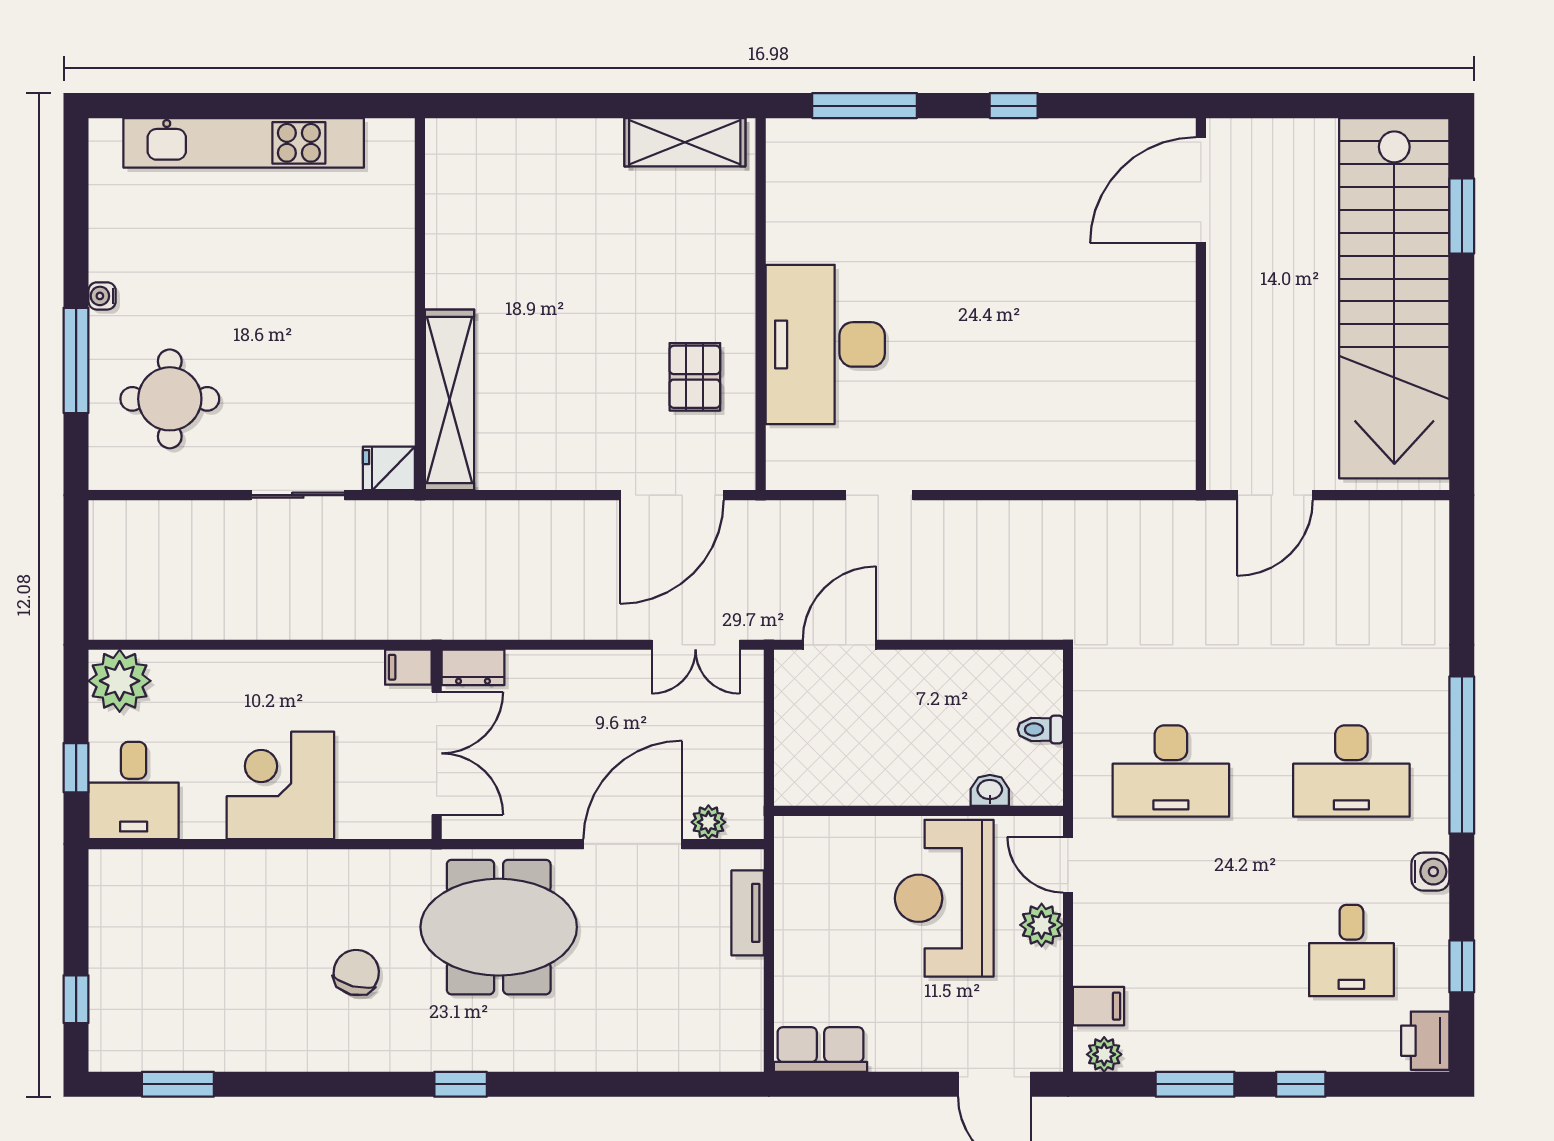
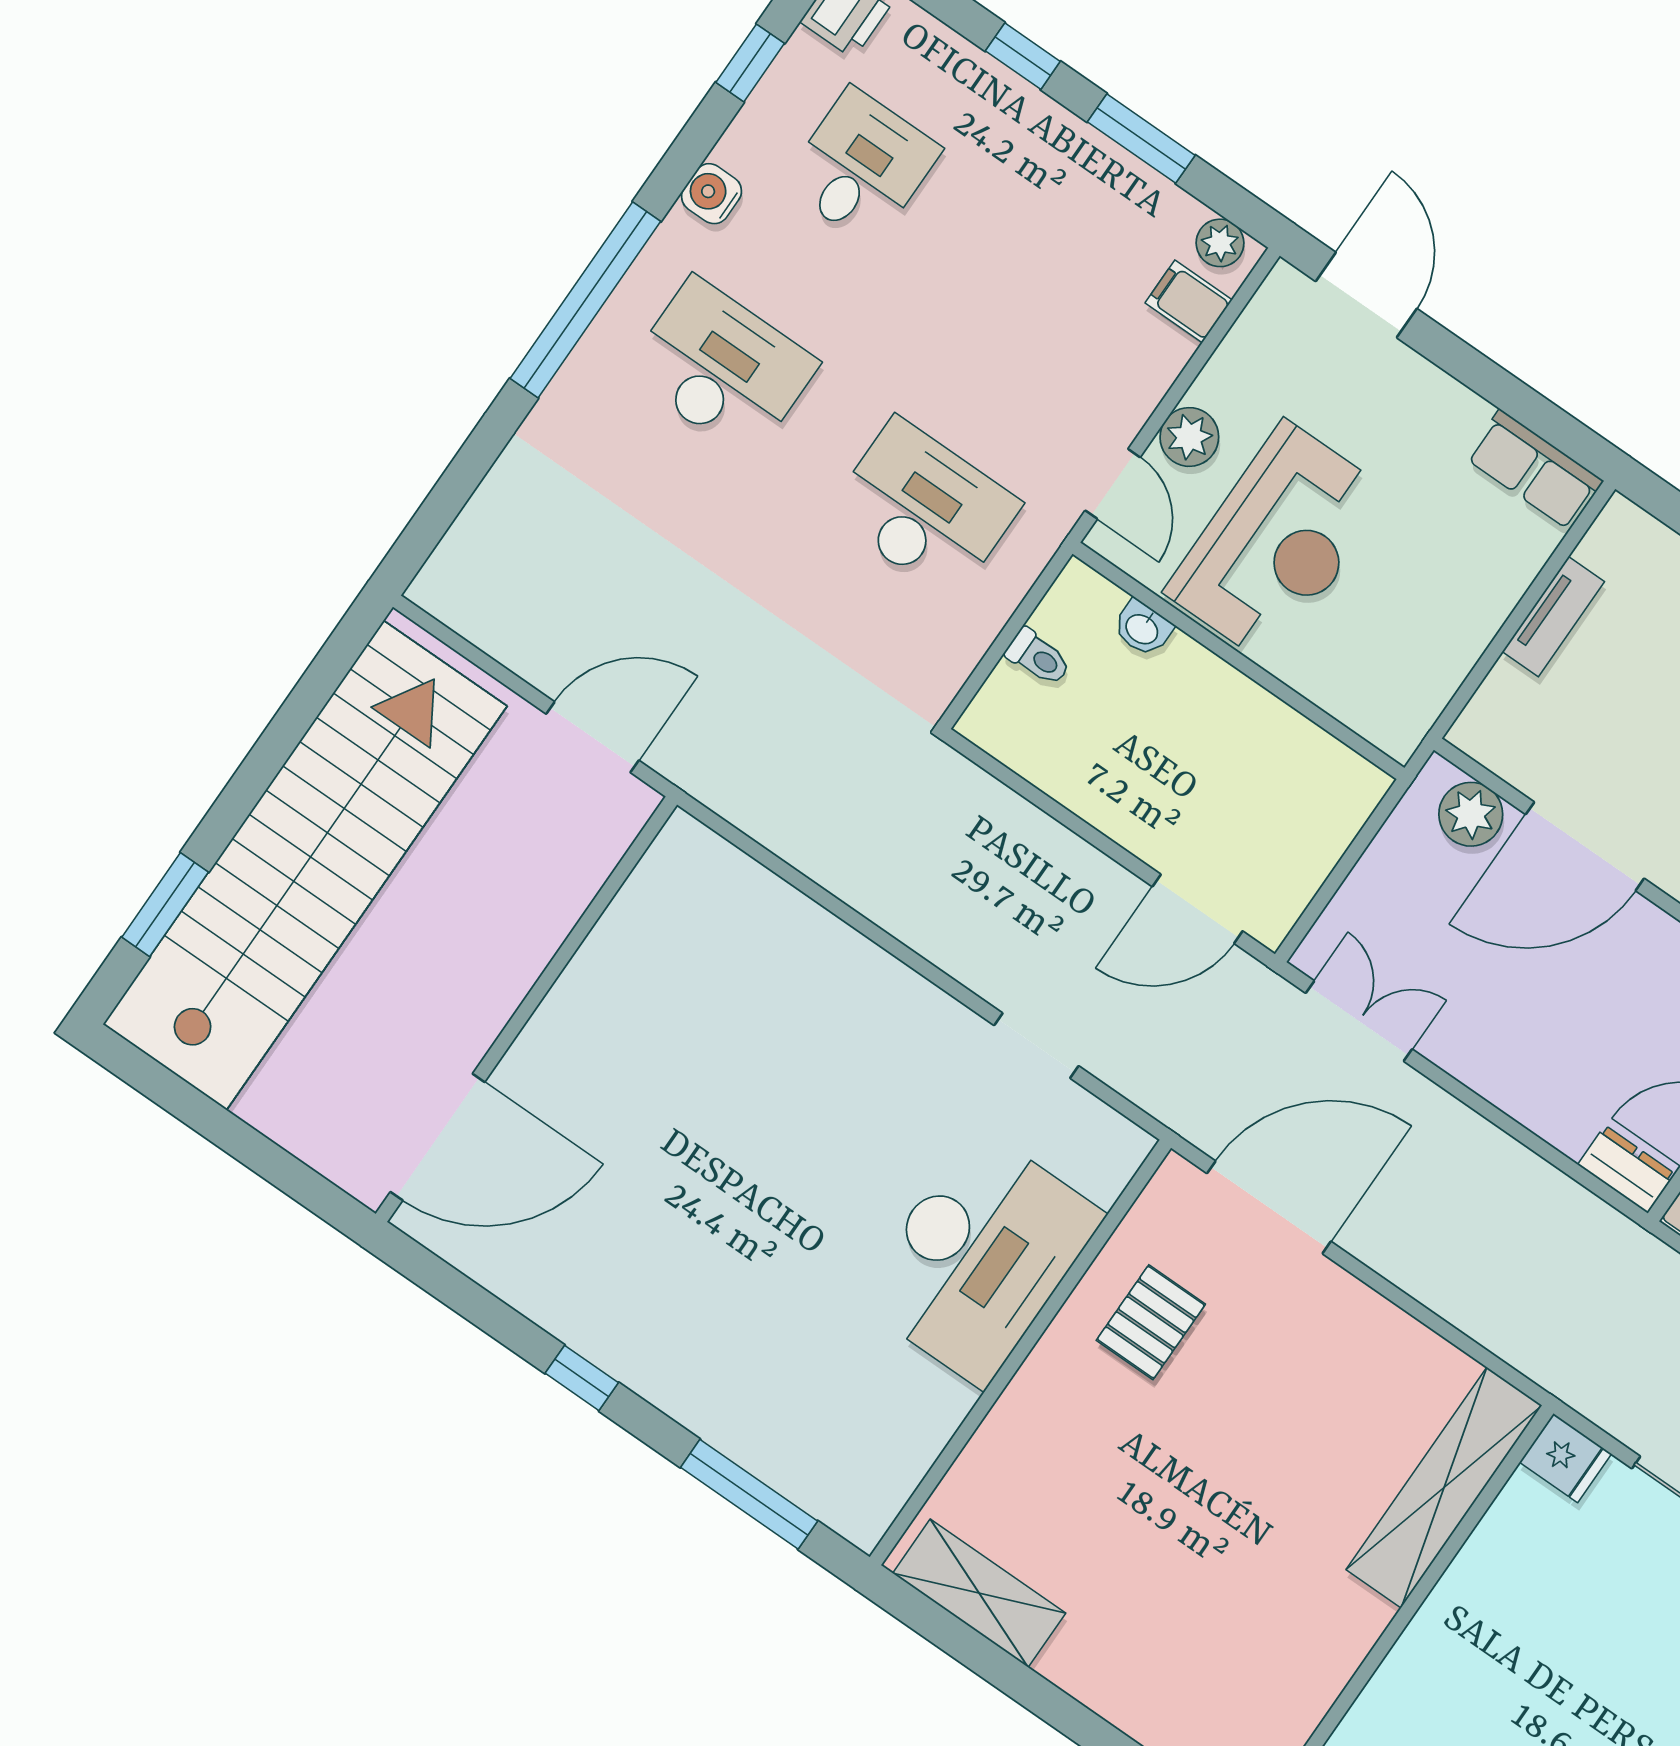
plant: (708, 822) -> (1471, 814), width x1.38, depth x1.38
tv unit: (748, 913) -> (1553, 617), moved

